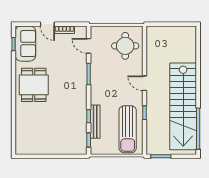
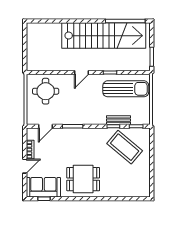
bench: (95, 122) -> (119, 120), width x0.73
coffee table: (67, 128) -> (125, 147), added

